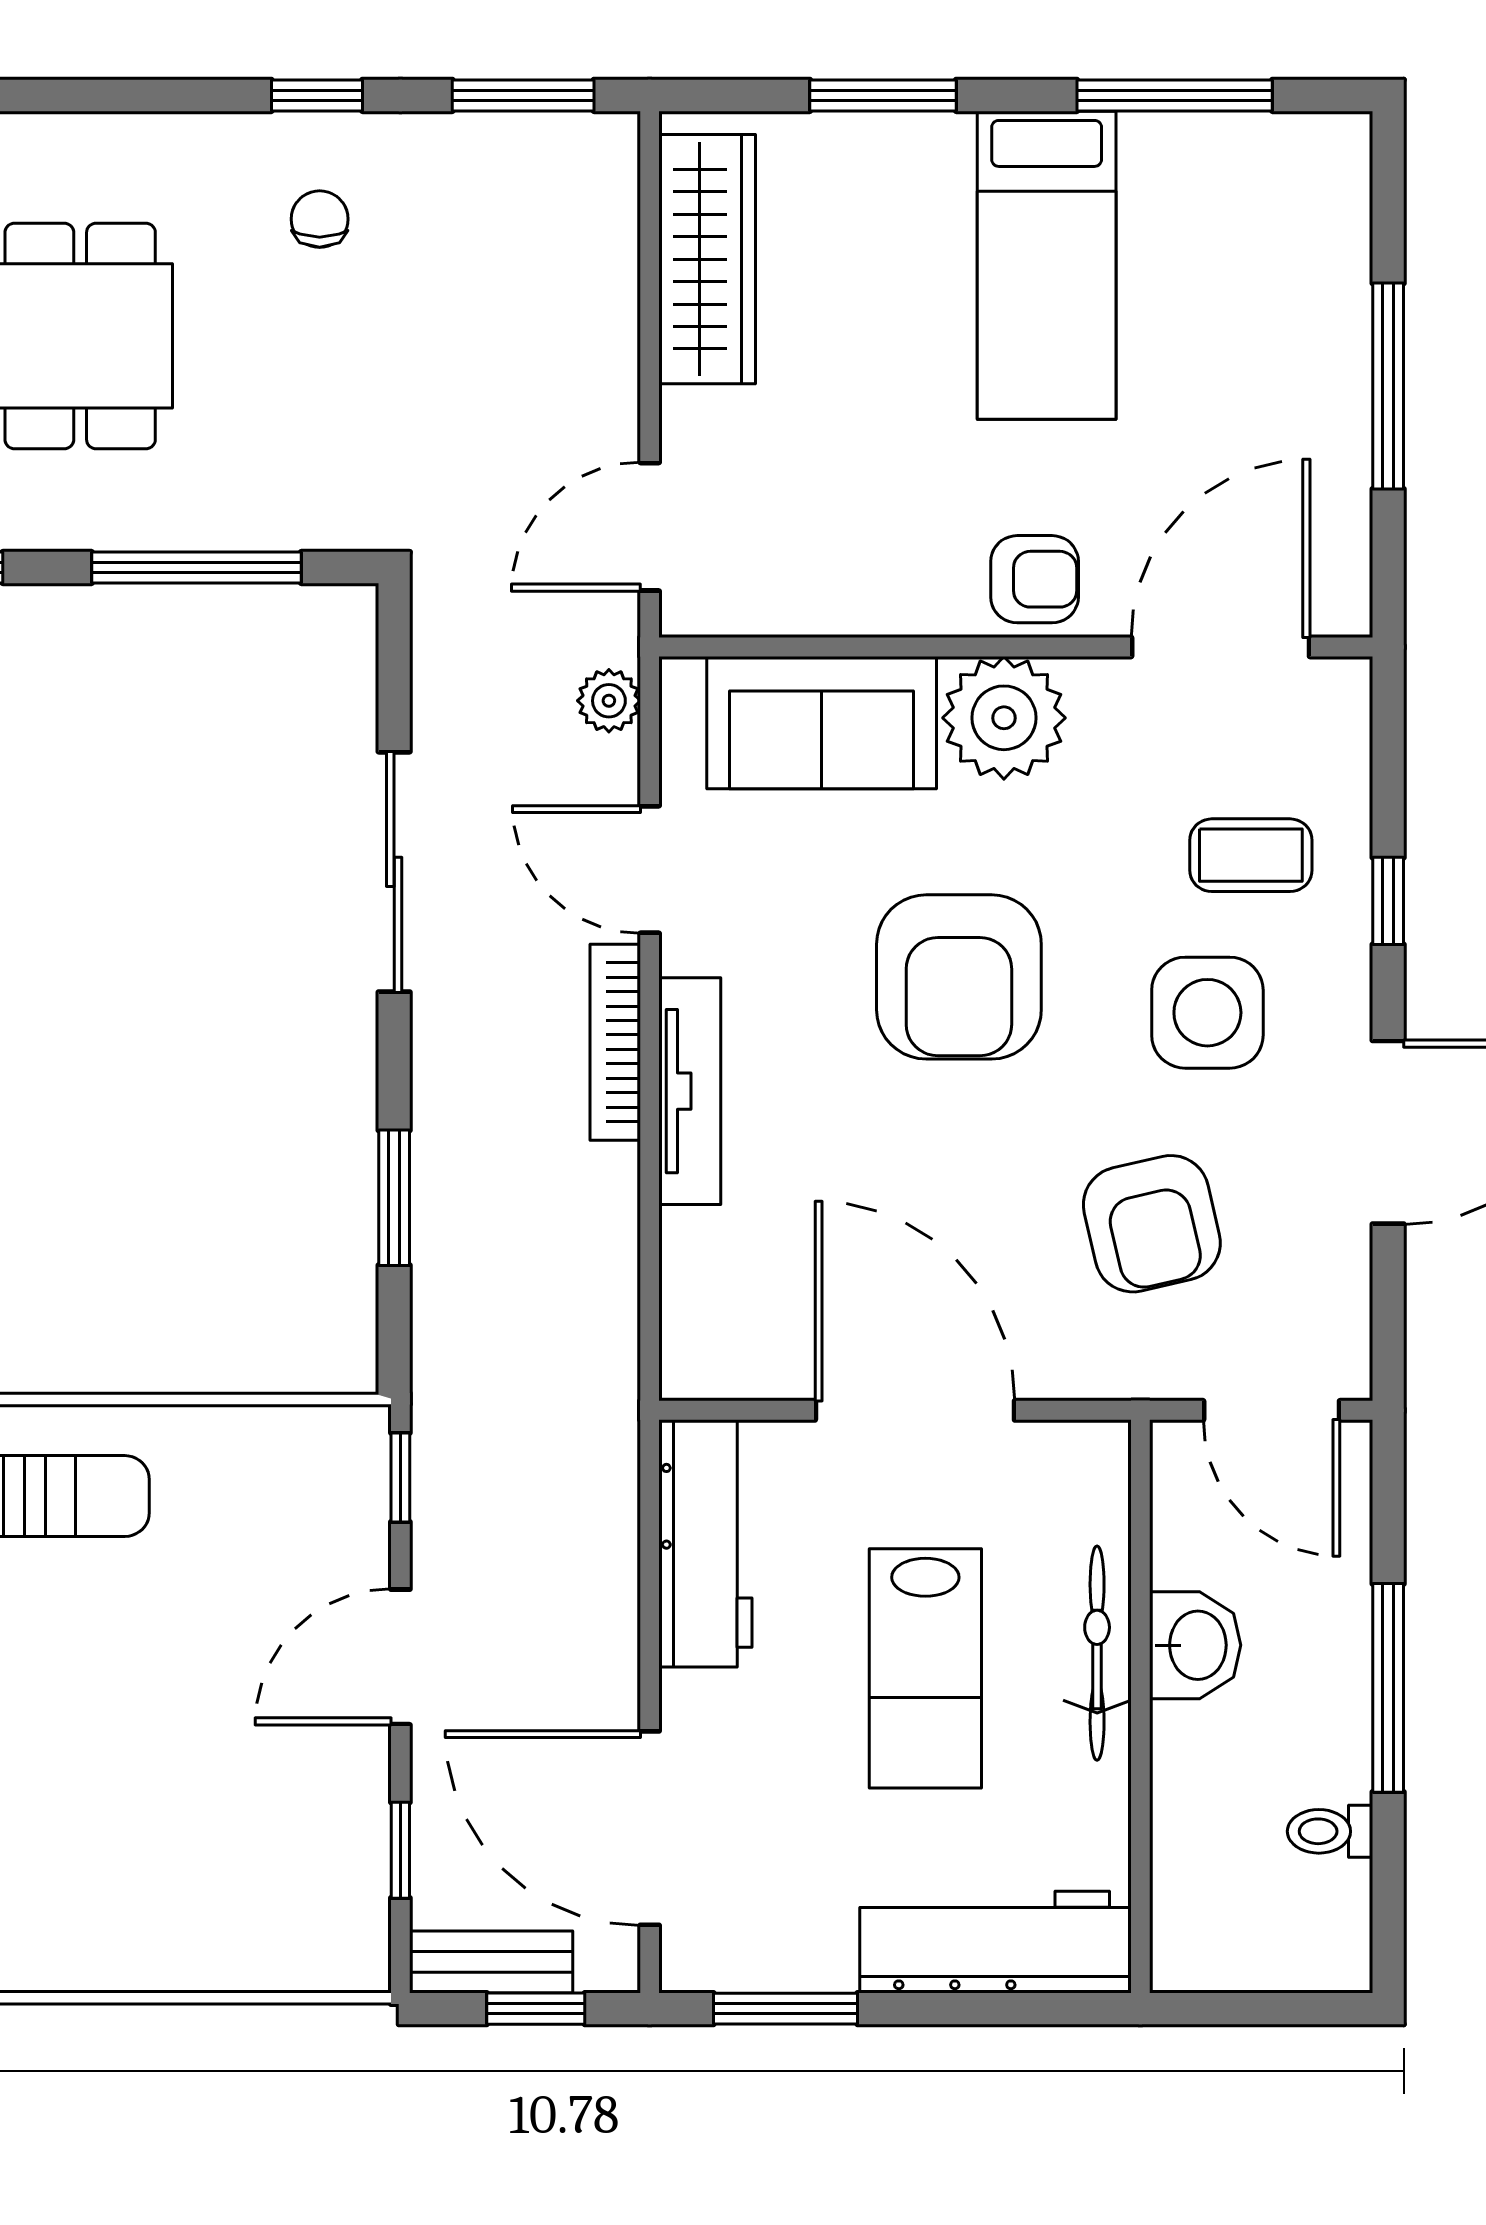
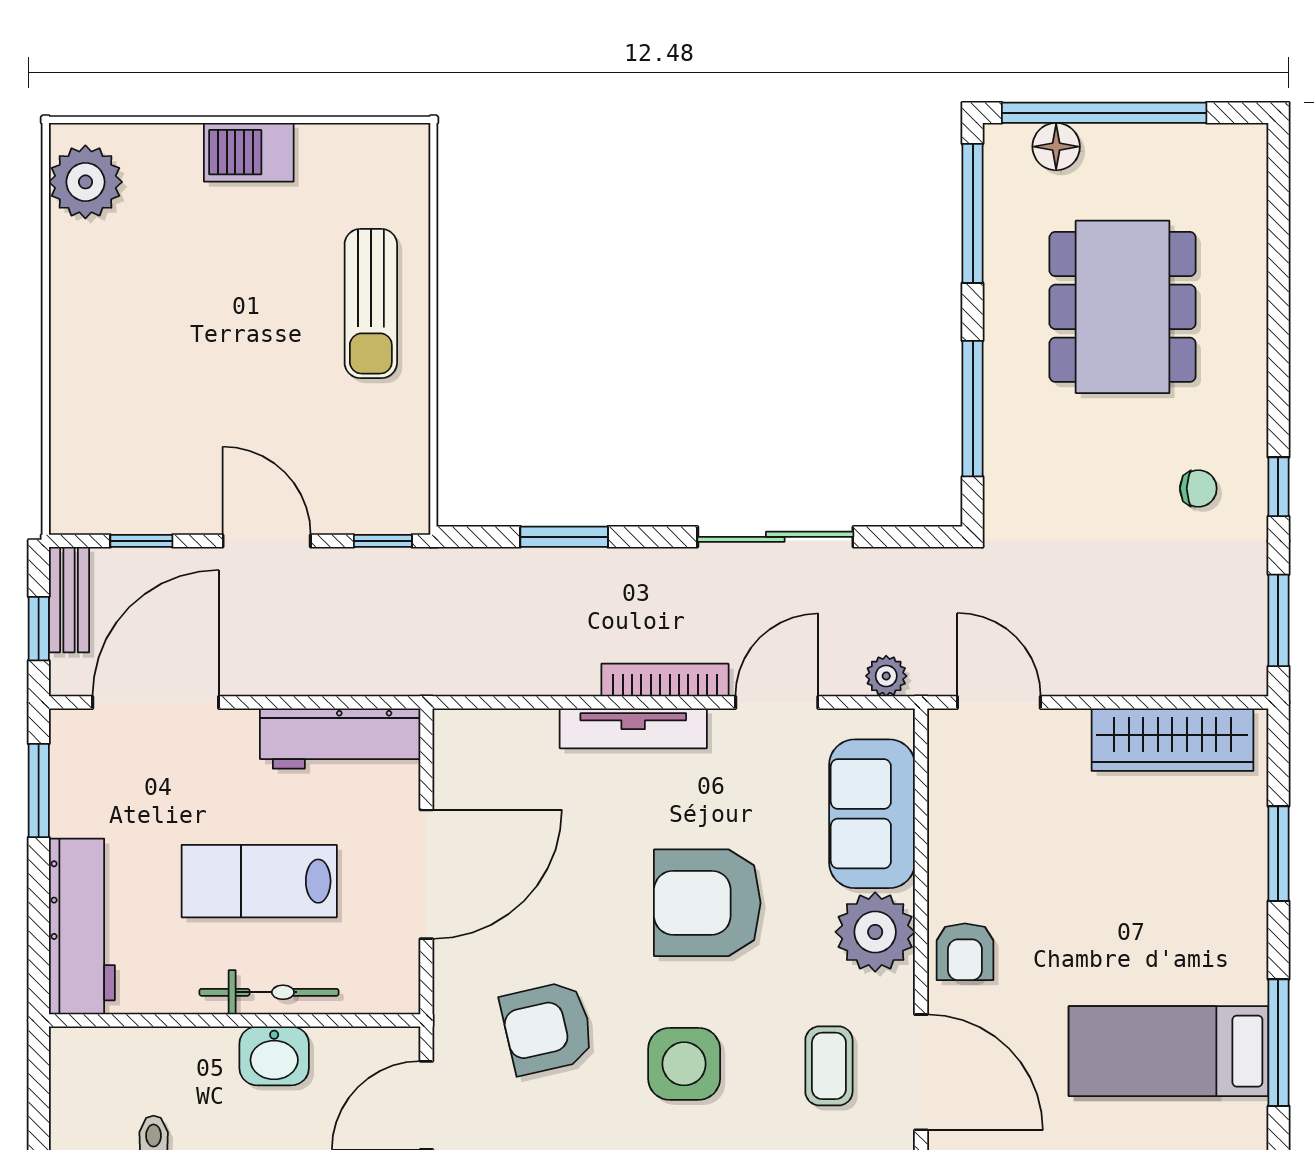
bed: (1047, 265) -> (1168, 1051), moved
coffee table: (1251, 855) -> (829, 1066), moved

